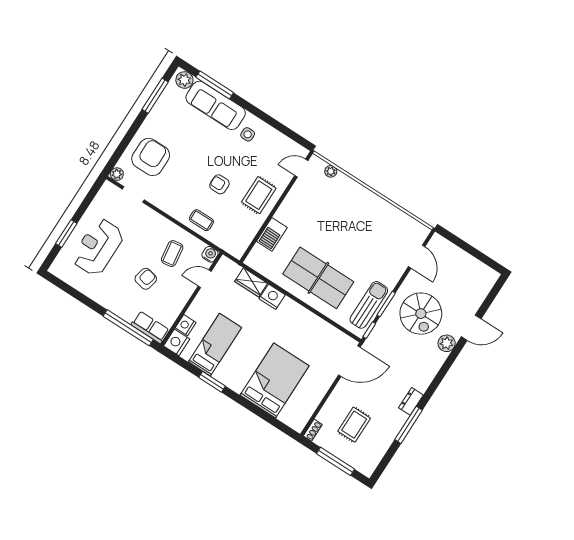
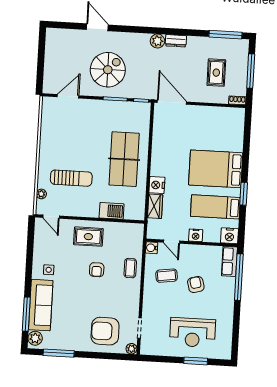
armchair: (146, 279) -> (196, 284), turned 62
sun lounger: (369, 305) -> (71, 178), moved, turned 180
nightstand: (186, 325) -> (196, 235), moved
plant: (447, 343) -> (157, 41), moved
bed: (275, 380) -> (216, 169), moved
rug: (354, 425) -> (216, 73), turned 90
window: (409, 425) -> (225, 35), moved

